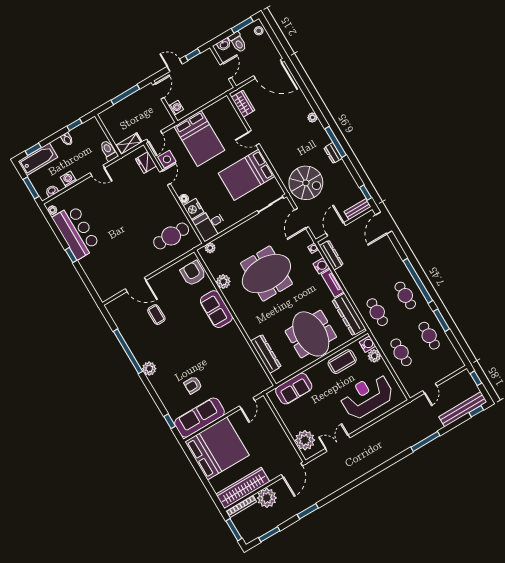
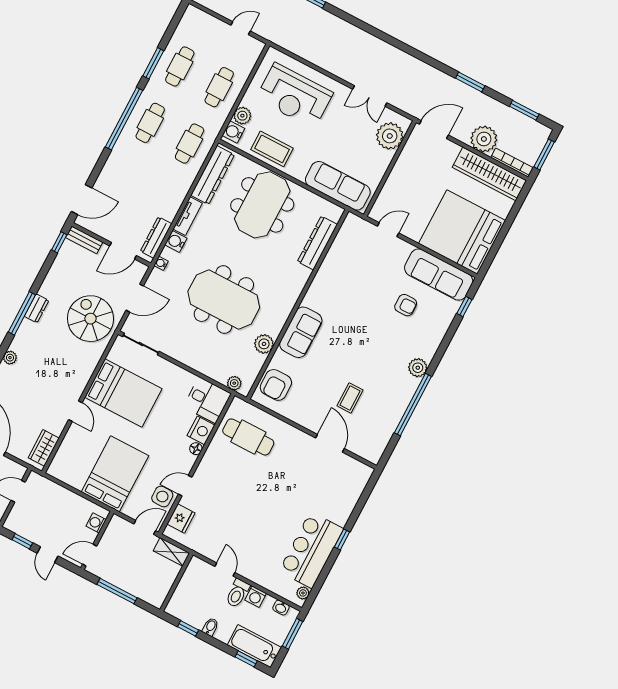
toilet: (109, 151) -> (237, 593), moved
sofa: (294, 389) -> (338, 186), width x1.36

